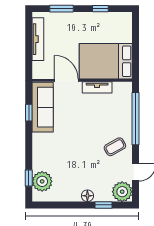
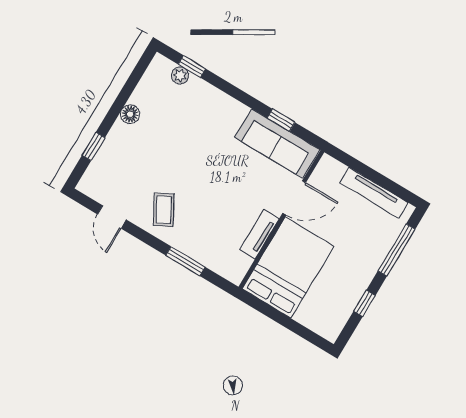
window: (61, 9) -> (396, 250), width x1.44
window: (136, 119) -> (185, 261), width x0.47
plant: (42, 181) -> (180, 75), width x0.53, depth x0.53
plant: (122, 192) -> (96, 183), removed
floor lamp: (87, 196) -> (130, 114), moved

